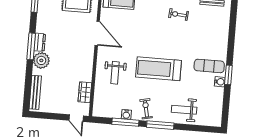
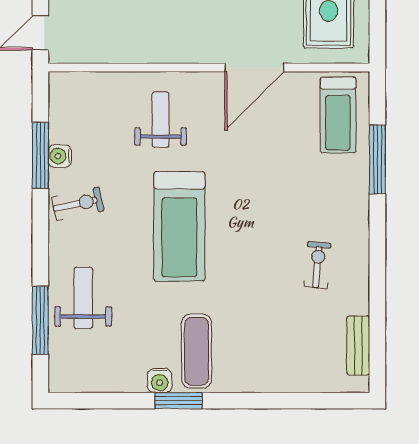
treadmill: (158, 69) -> (179, 226), turned 180
weight bench: (115, 73) -> (161, 120), turned 90
wardrobe: (85, 92) -> (106, 49), removed
window: (160, 125) -> (40, 320), moved

